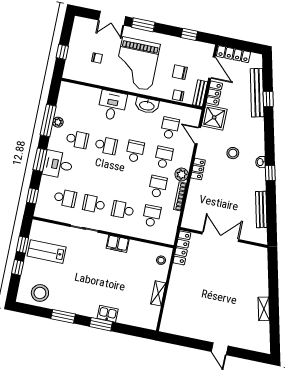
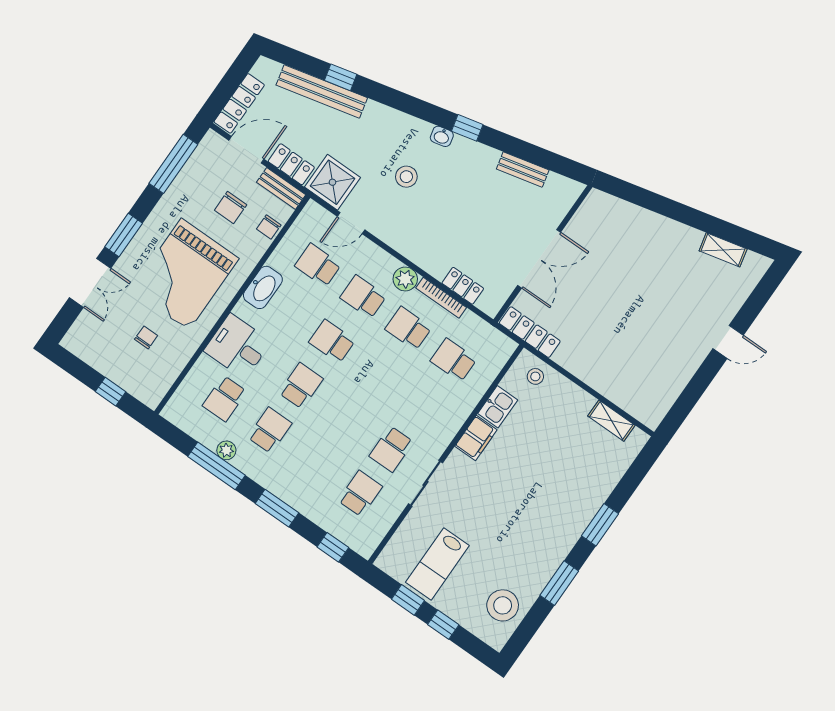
window: (189, 34) -> (173, 164), width x2.17
grand piano: (137, 64) -> (185, 274), turned 90
desk: (58, 165) -> (298, 481), removed
locker: (198, 169) -> (463, 286), moved
bench: (261, 209) -> (523, 170), width x0.73
school desk: (123, 210) -> (225, 399), moved
double door: (220, 237) -> (539, 259), swing flipped
shelving: (158, 293) -> (611, 421), moved
shelving: (264, 309) -> (723, 250), moved
kitchen sink: (108, 314) -> (498, 407), moved, turned 180

